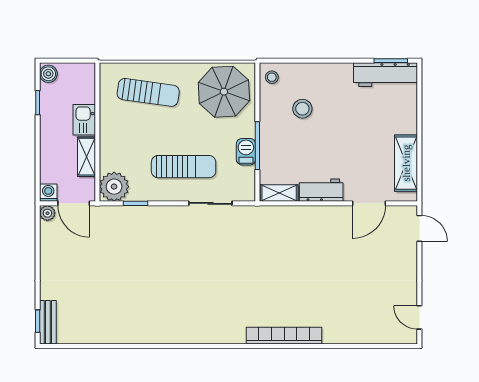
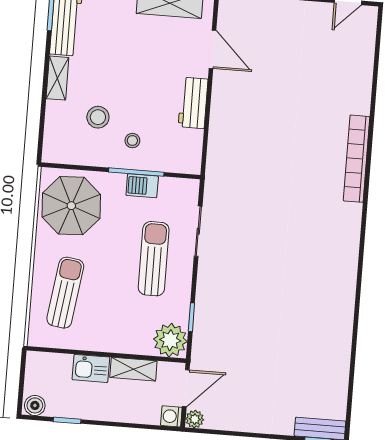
stool: (272, 77) -> (132, 141), moved
shelving: (279, 193) -> (57, 78), moved

